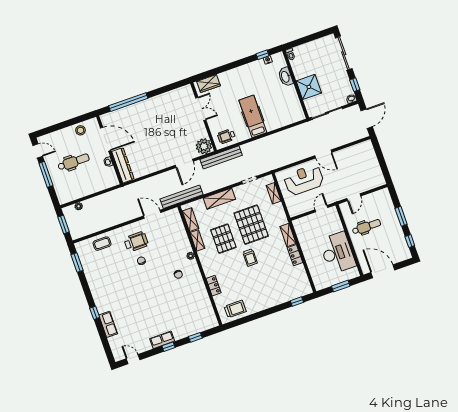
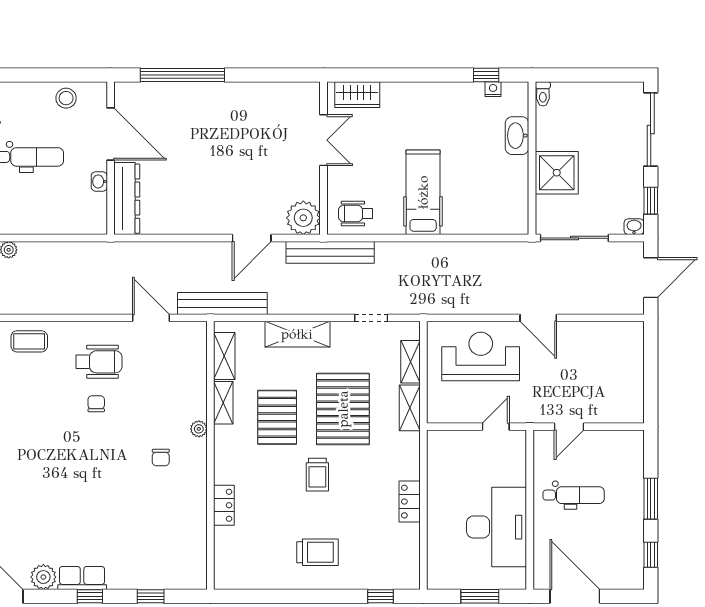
shelving: (288, 235) -> (410, 408), moved
trolley: (235, 309) -> (317, 552), moved
plant: (145, 345) -> (43, 577), added

